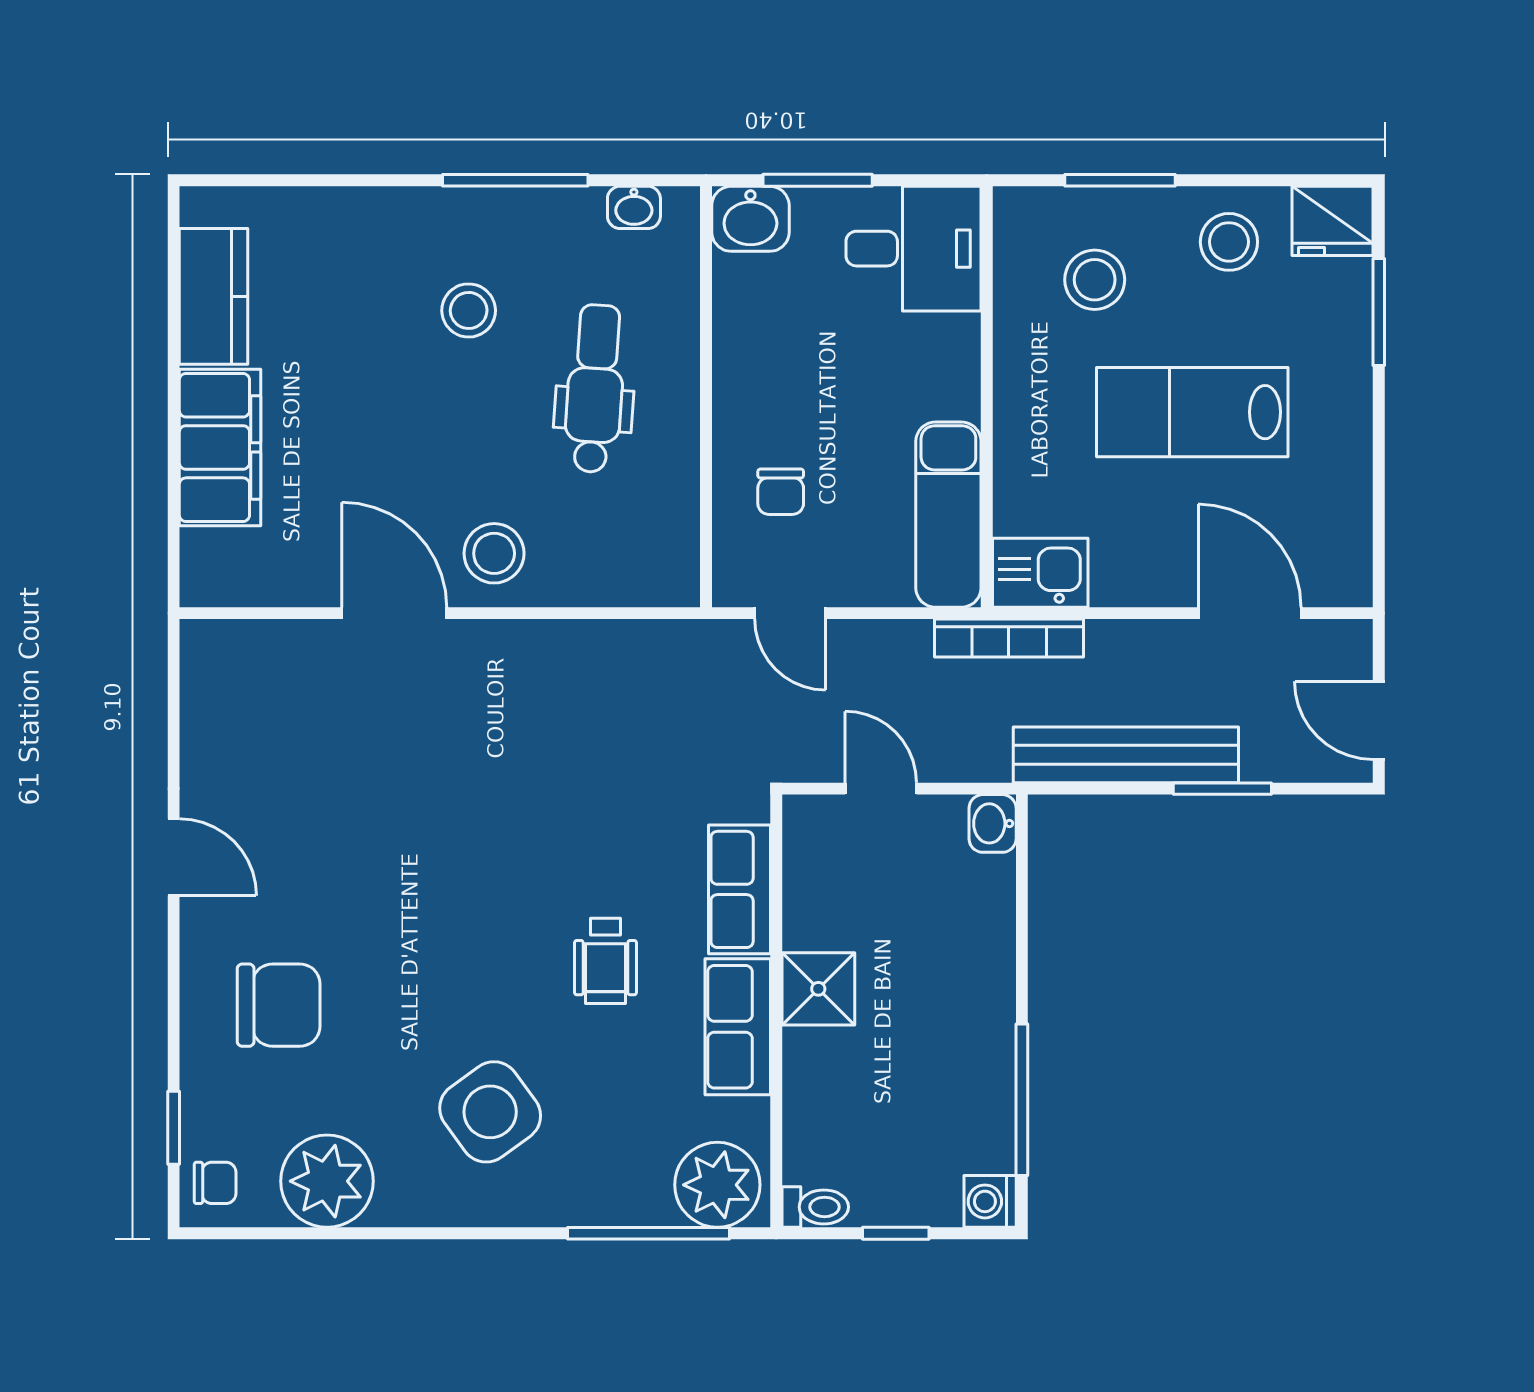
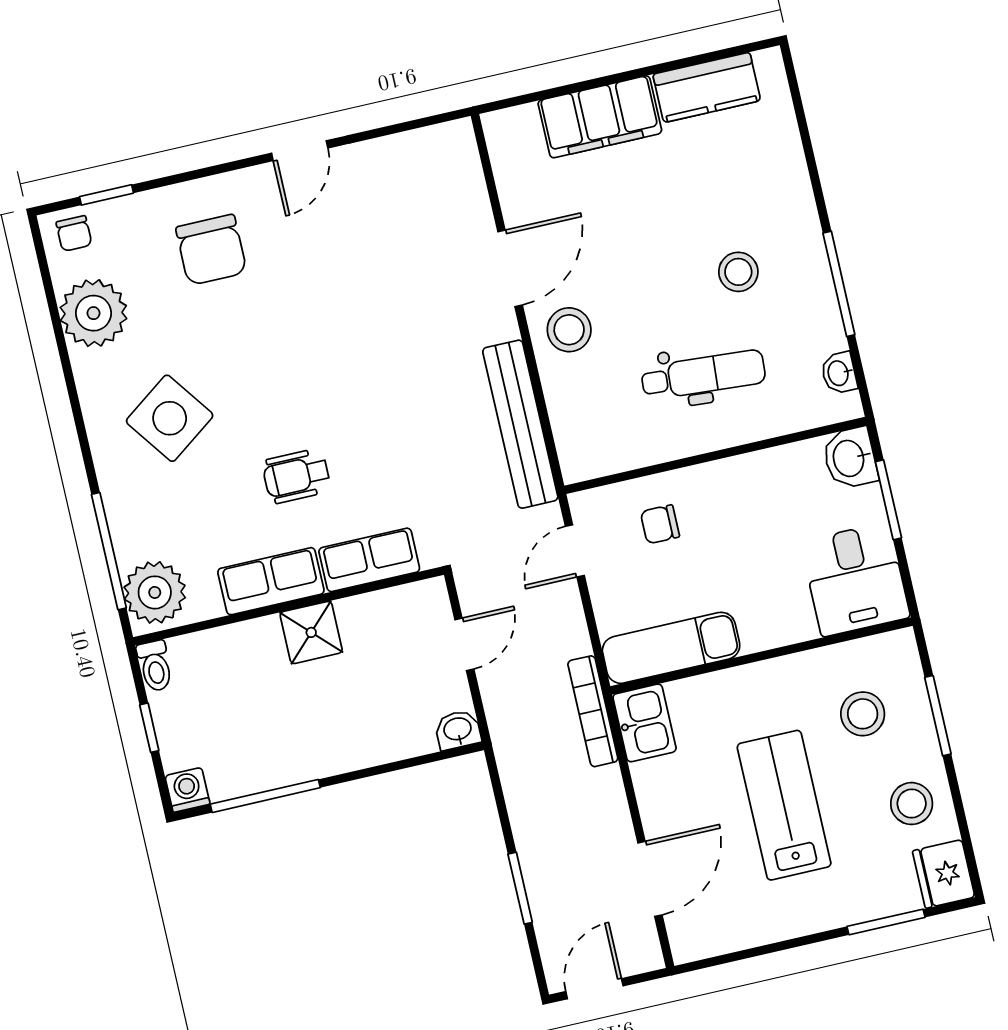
bench: (1126, 755) -> (520, 424), moved

